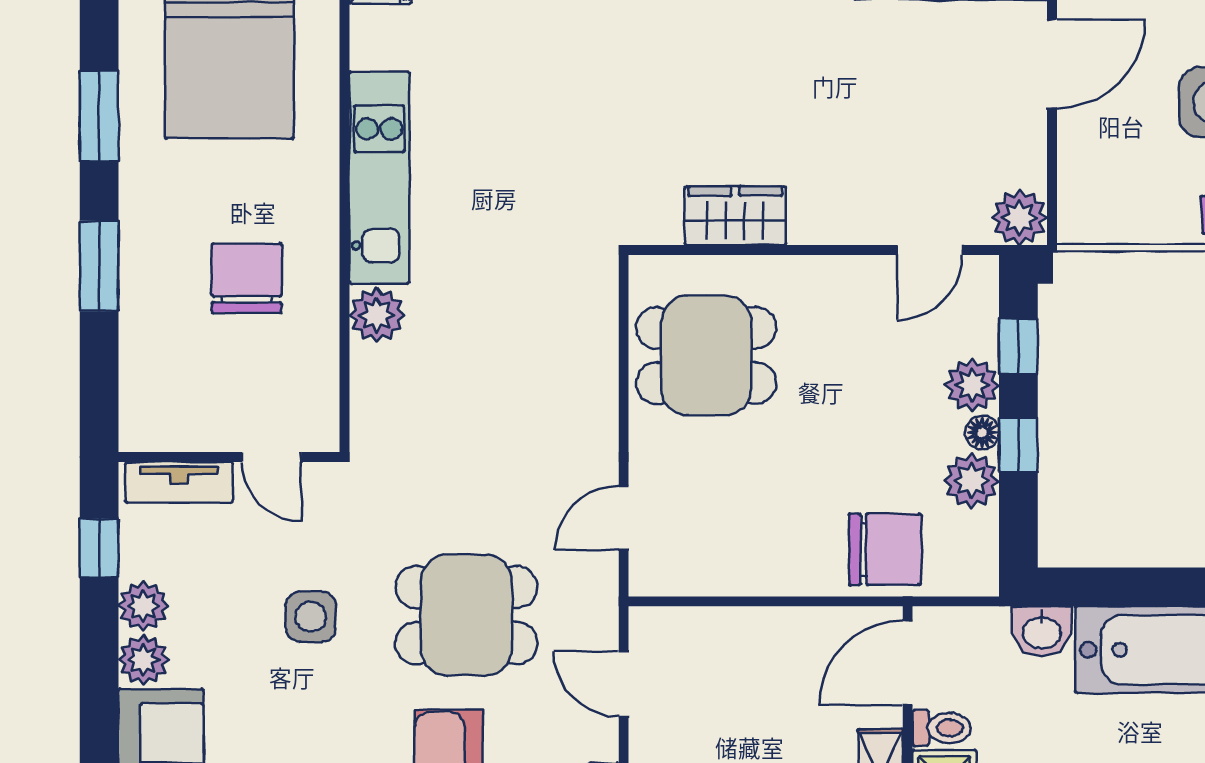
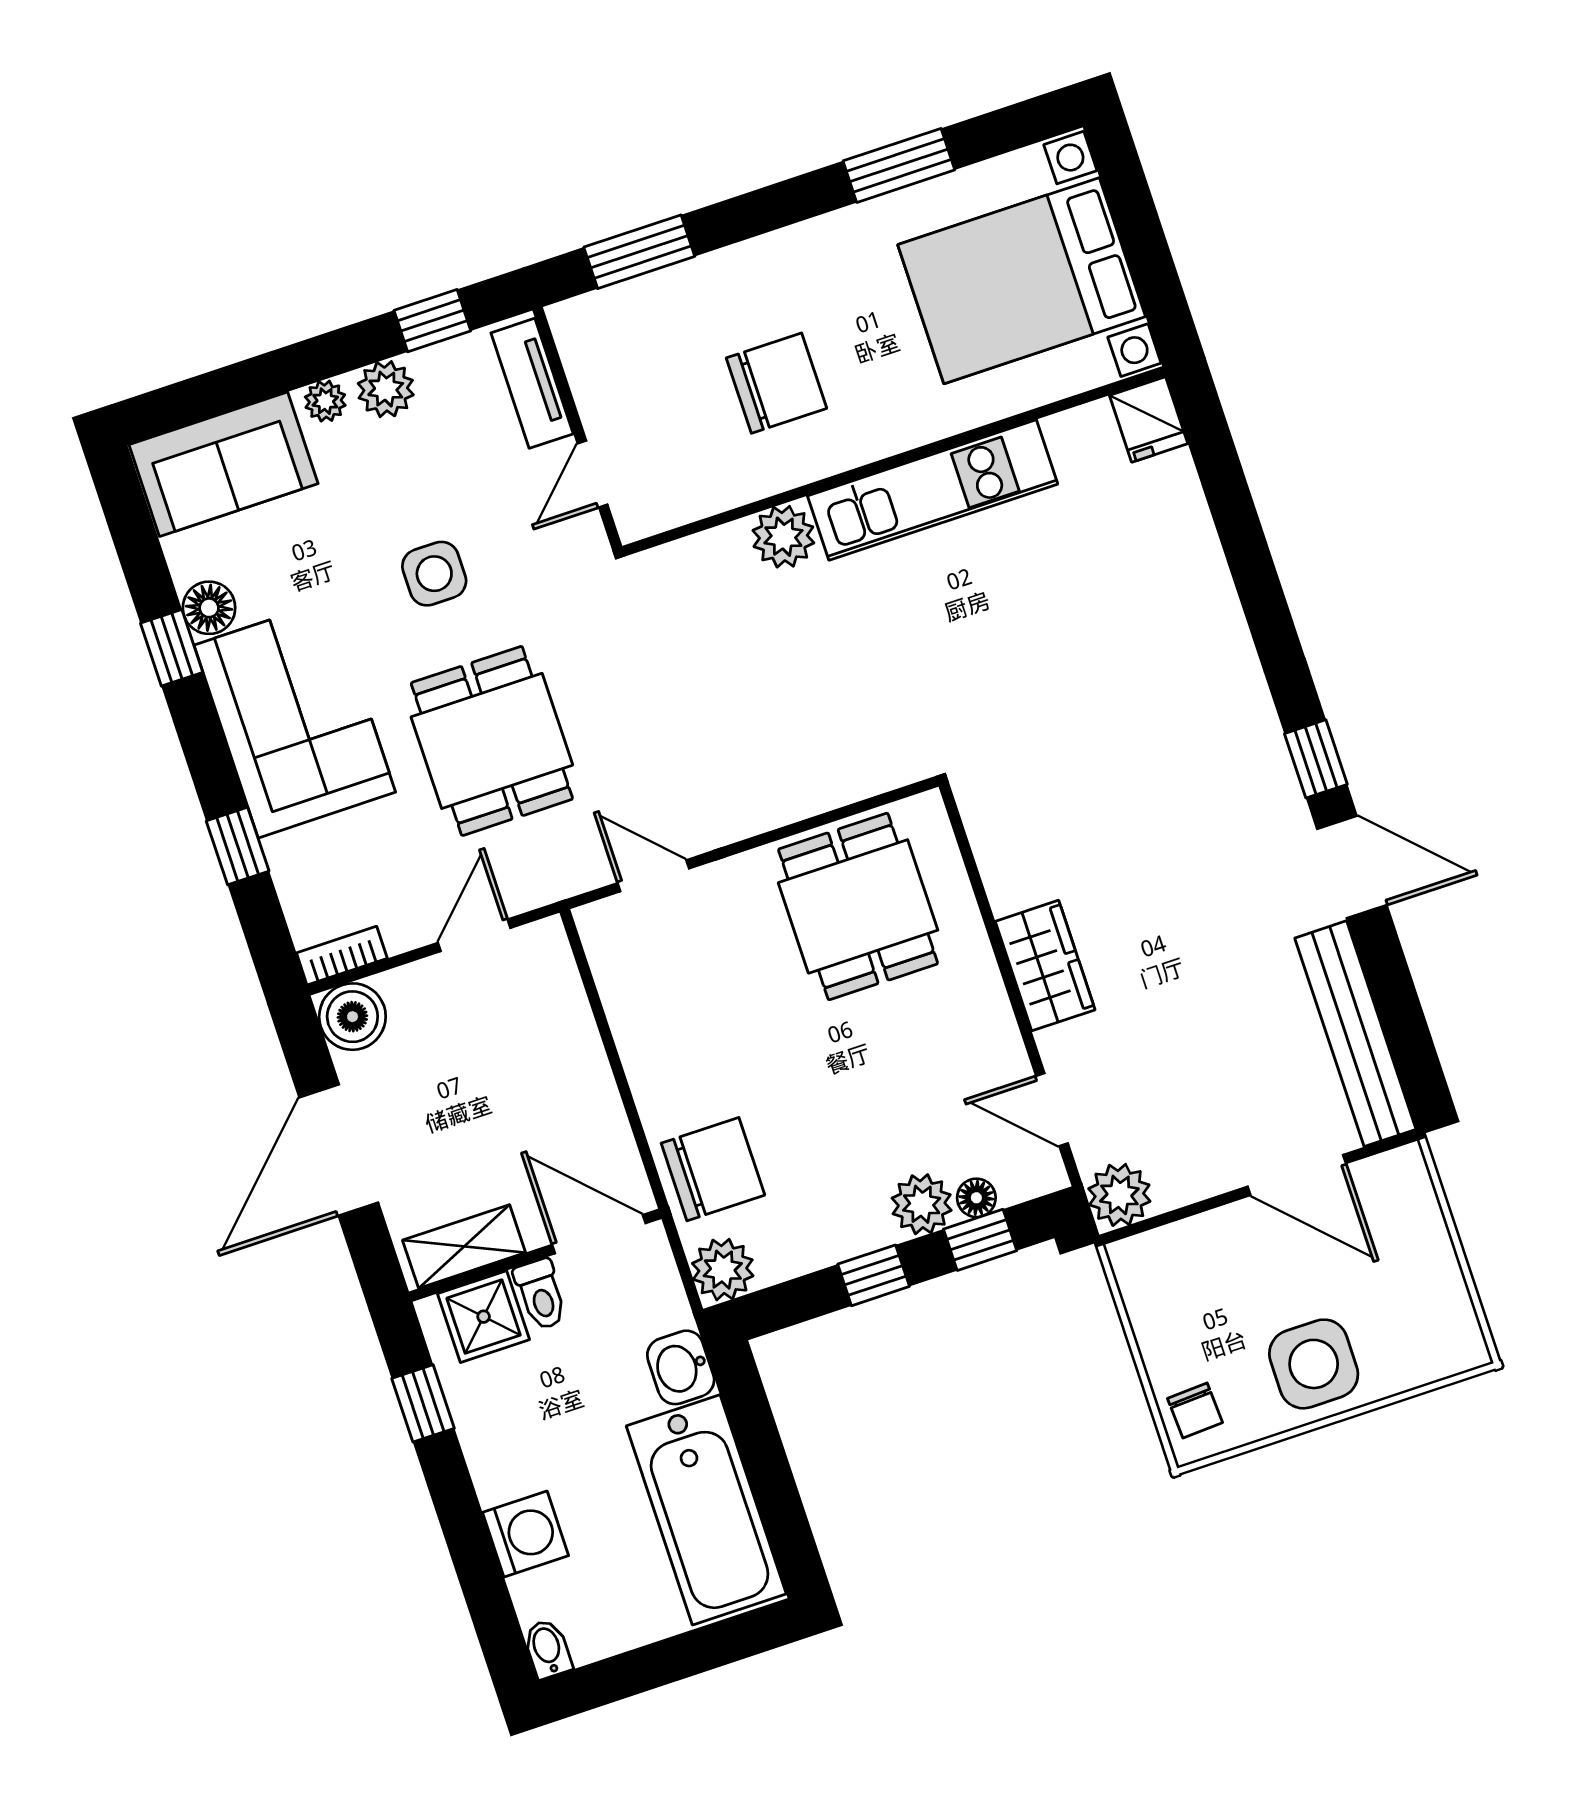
wardrobe: (735, 216) -> (1045, 966), moved
window: (99, 266) -> (639, 252), moved
floor lamp: (982, 433) -> (976, 1198), moved
plant: (972, 481) -> (723, 1270), moved
chair: (885, 549) -> (713, 1169), turned -90
plant: (143, 660) -> (325, 401), width x0.73, depth x0.73

